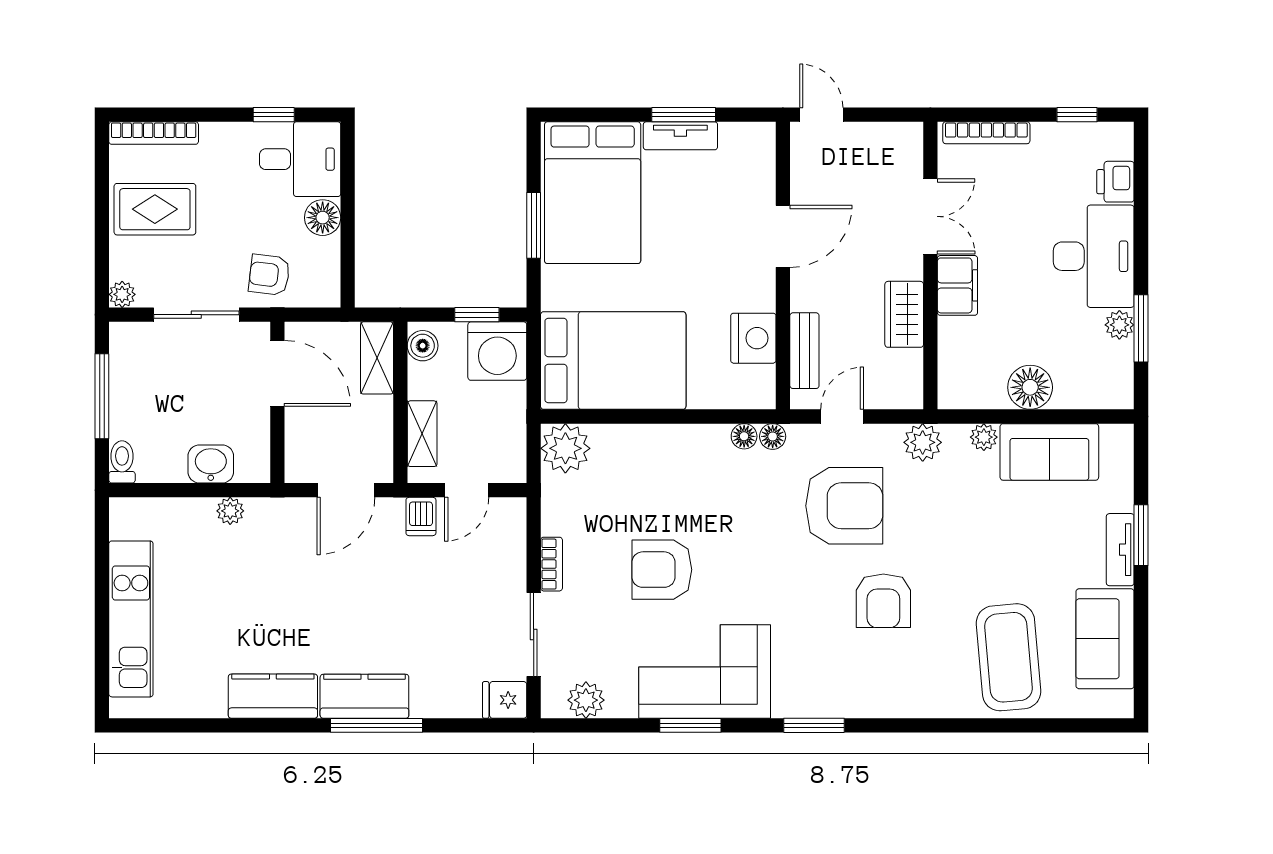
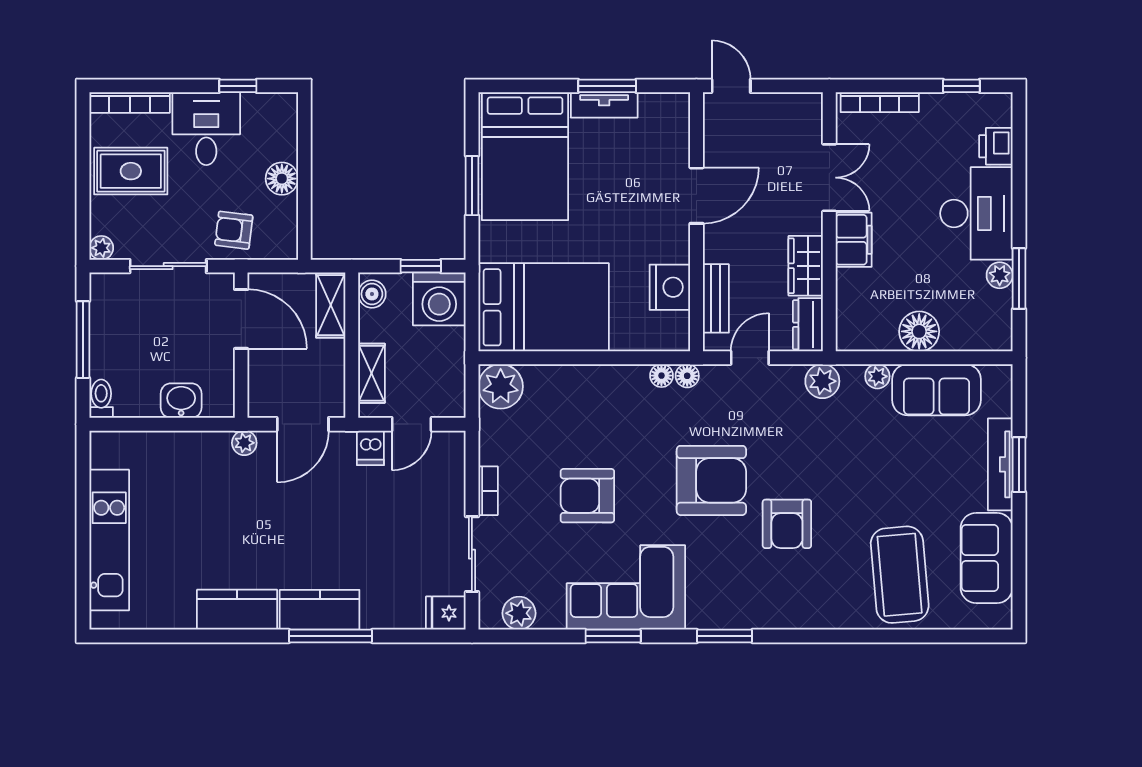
desk: (300, 159) -> (206, 129), moved, turned -90
dresser: (907, 380) -> (808, 325), added
armchair: (844, 506) -> (711, 480), moved
plant: (230, 511) -> (244, 443), moved
tv unit: (1120, 550) -> (1000, 464), width x1.41

